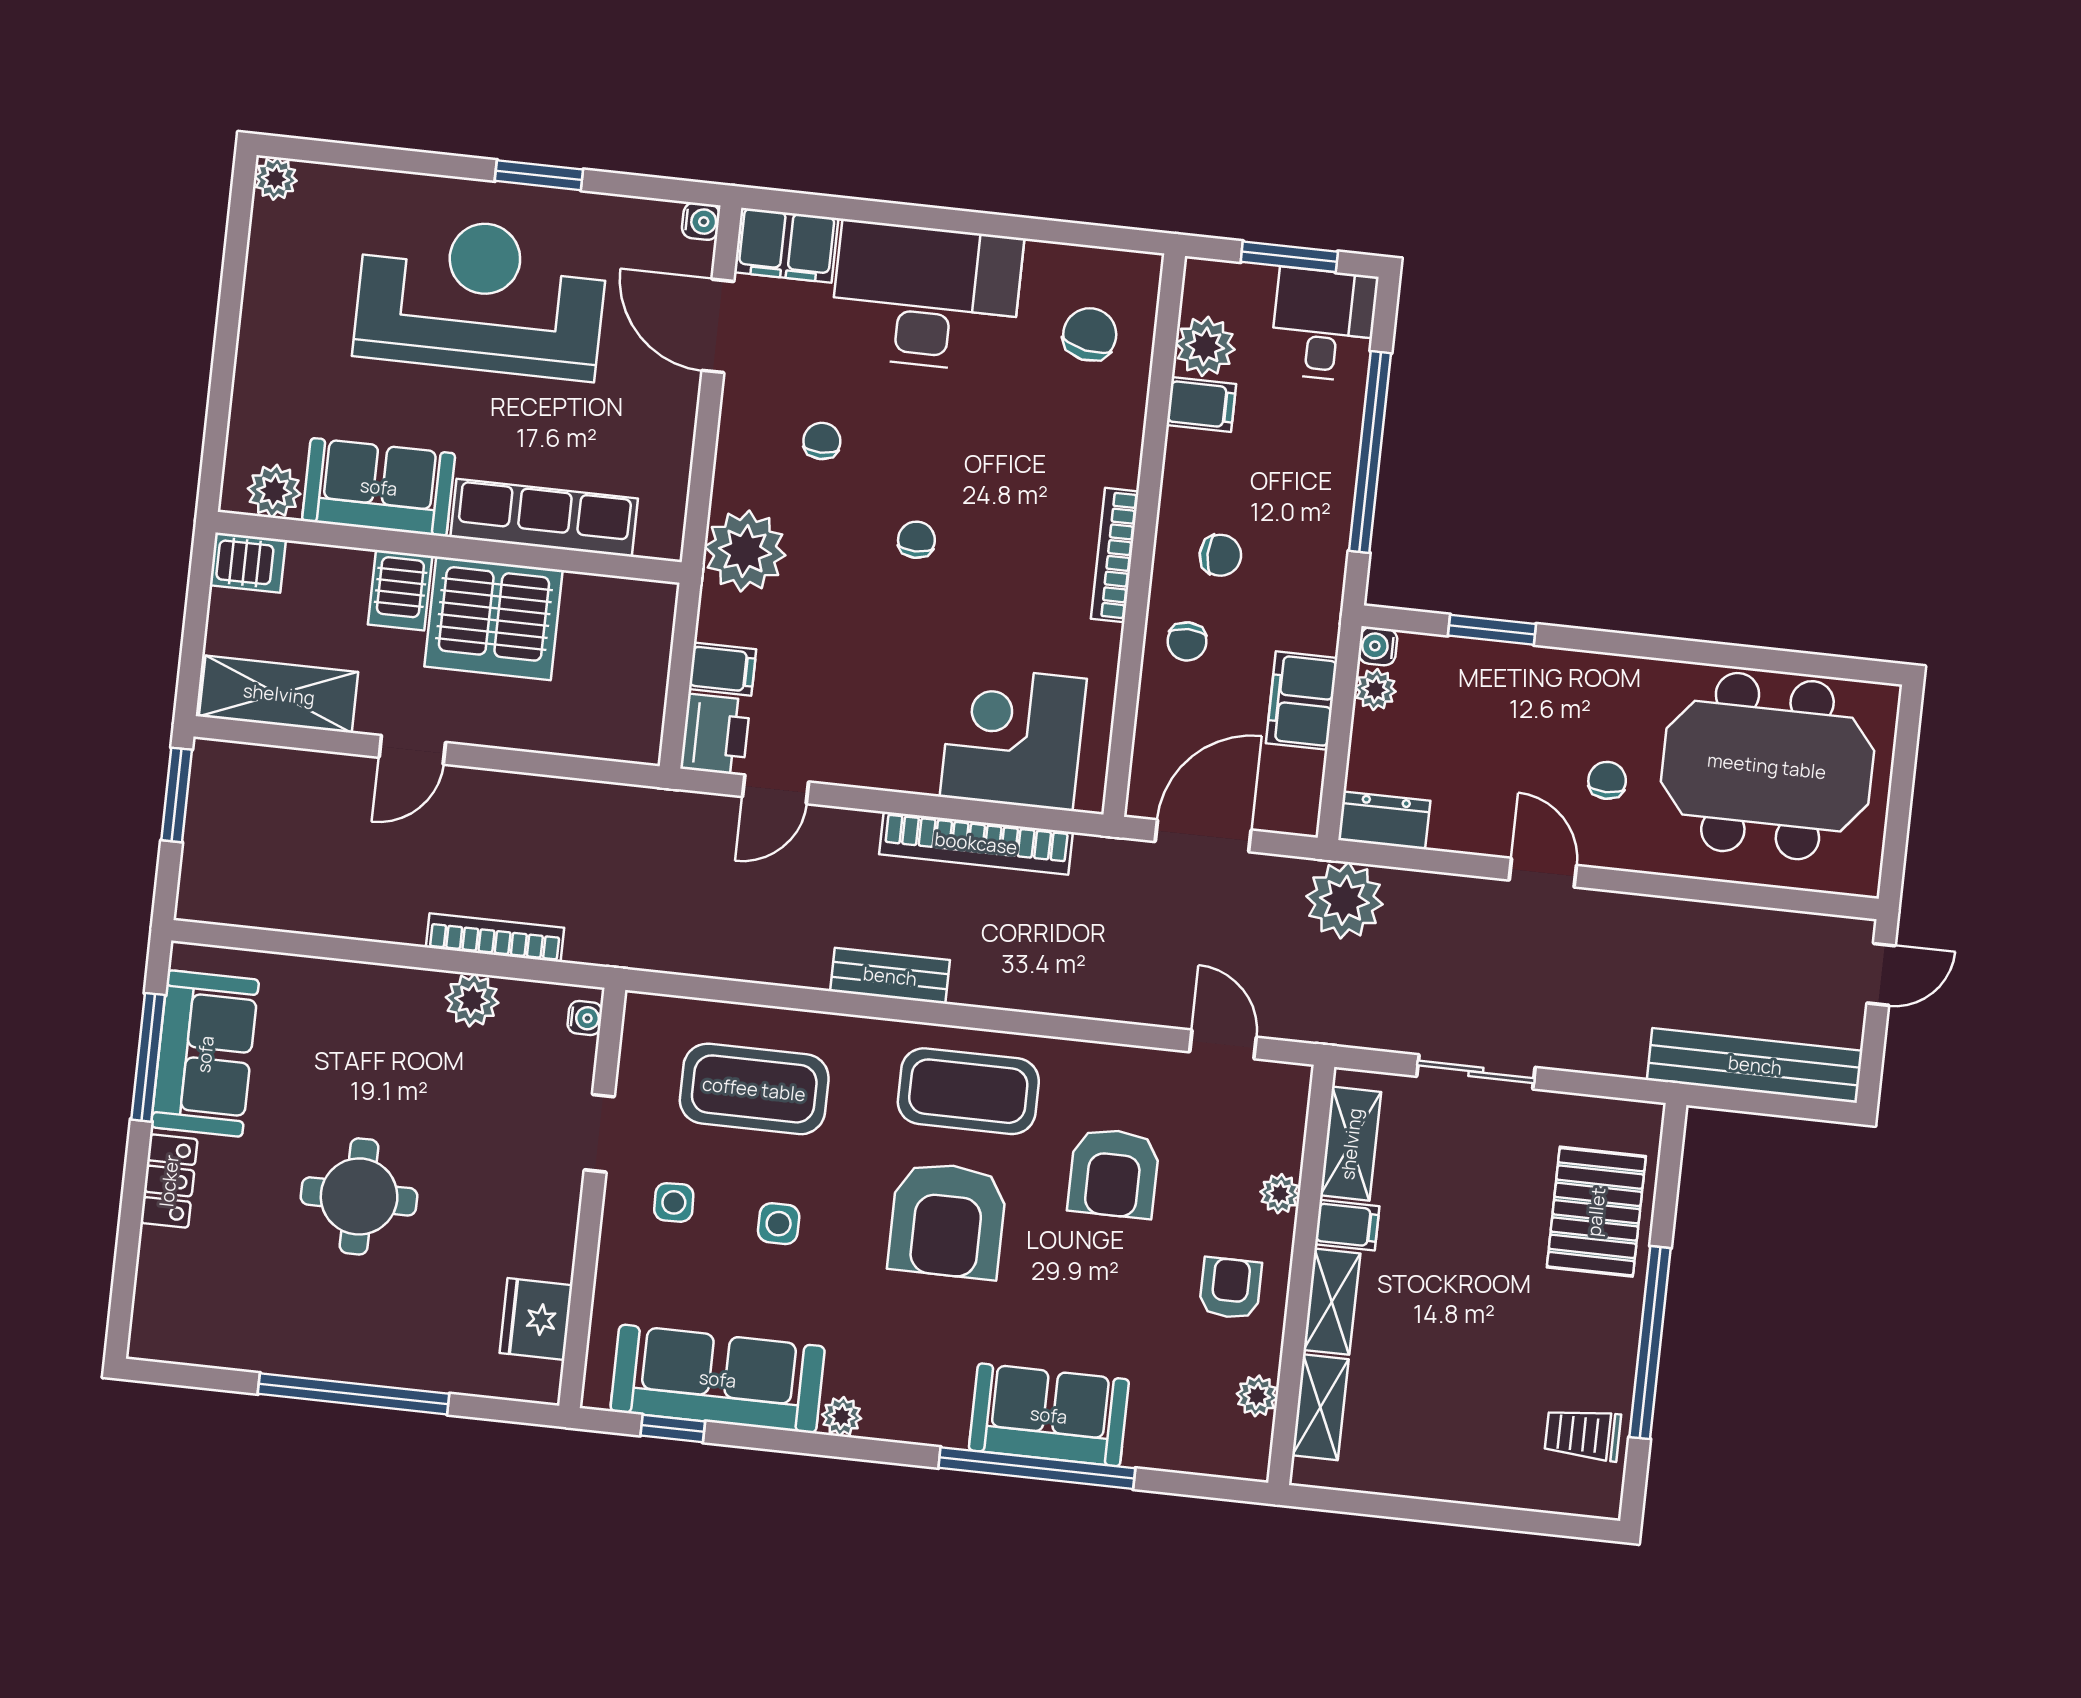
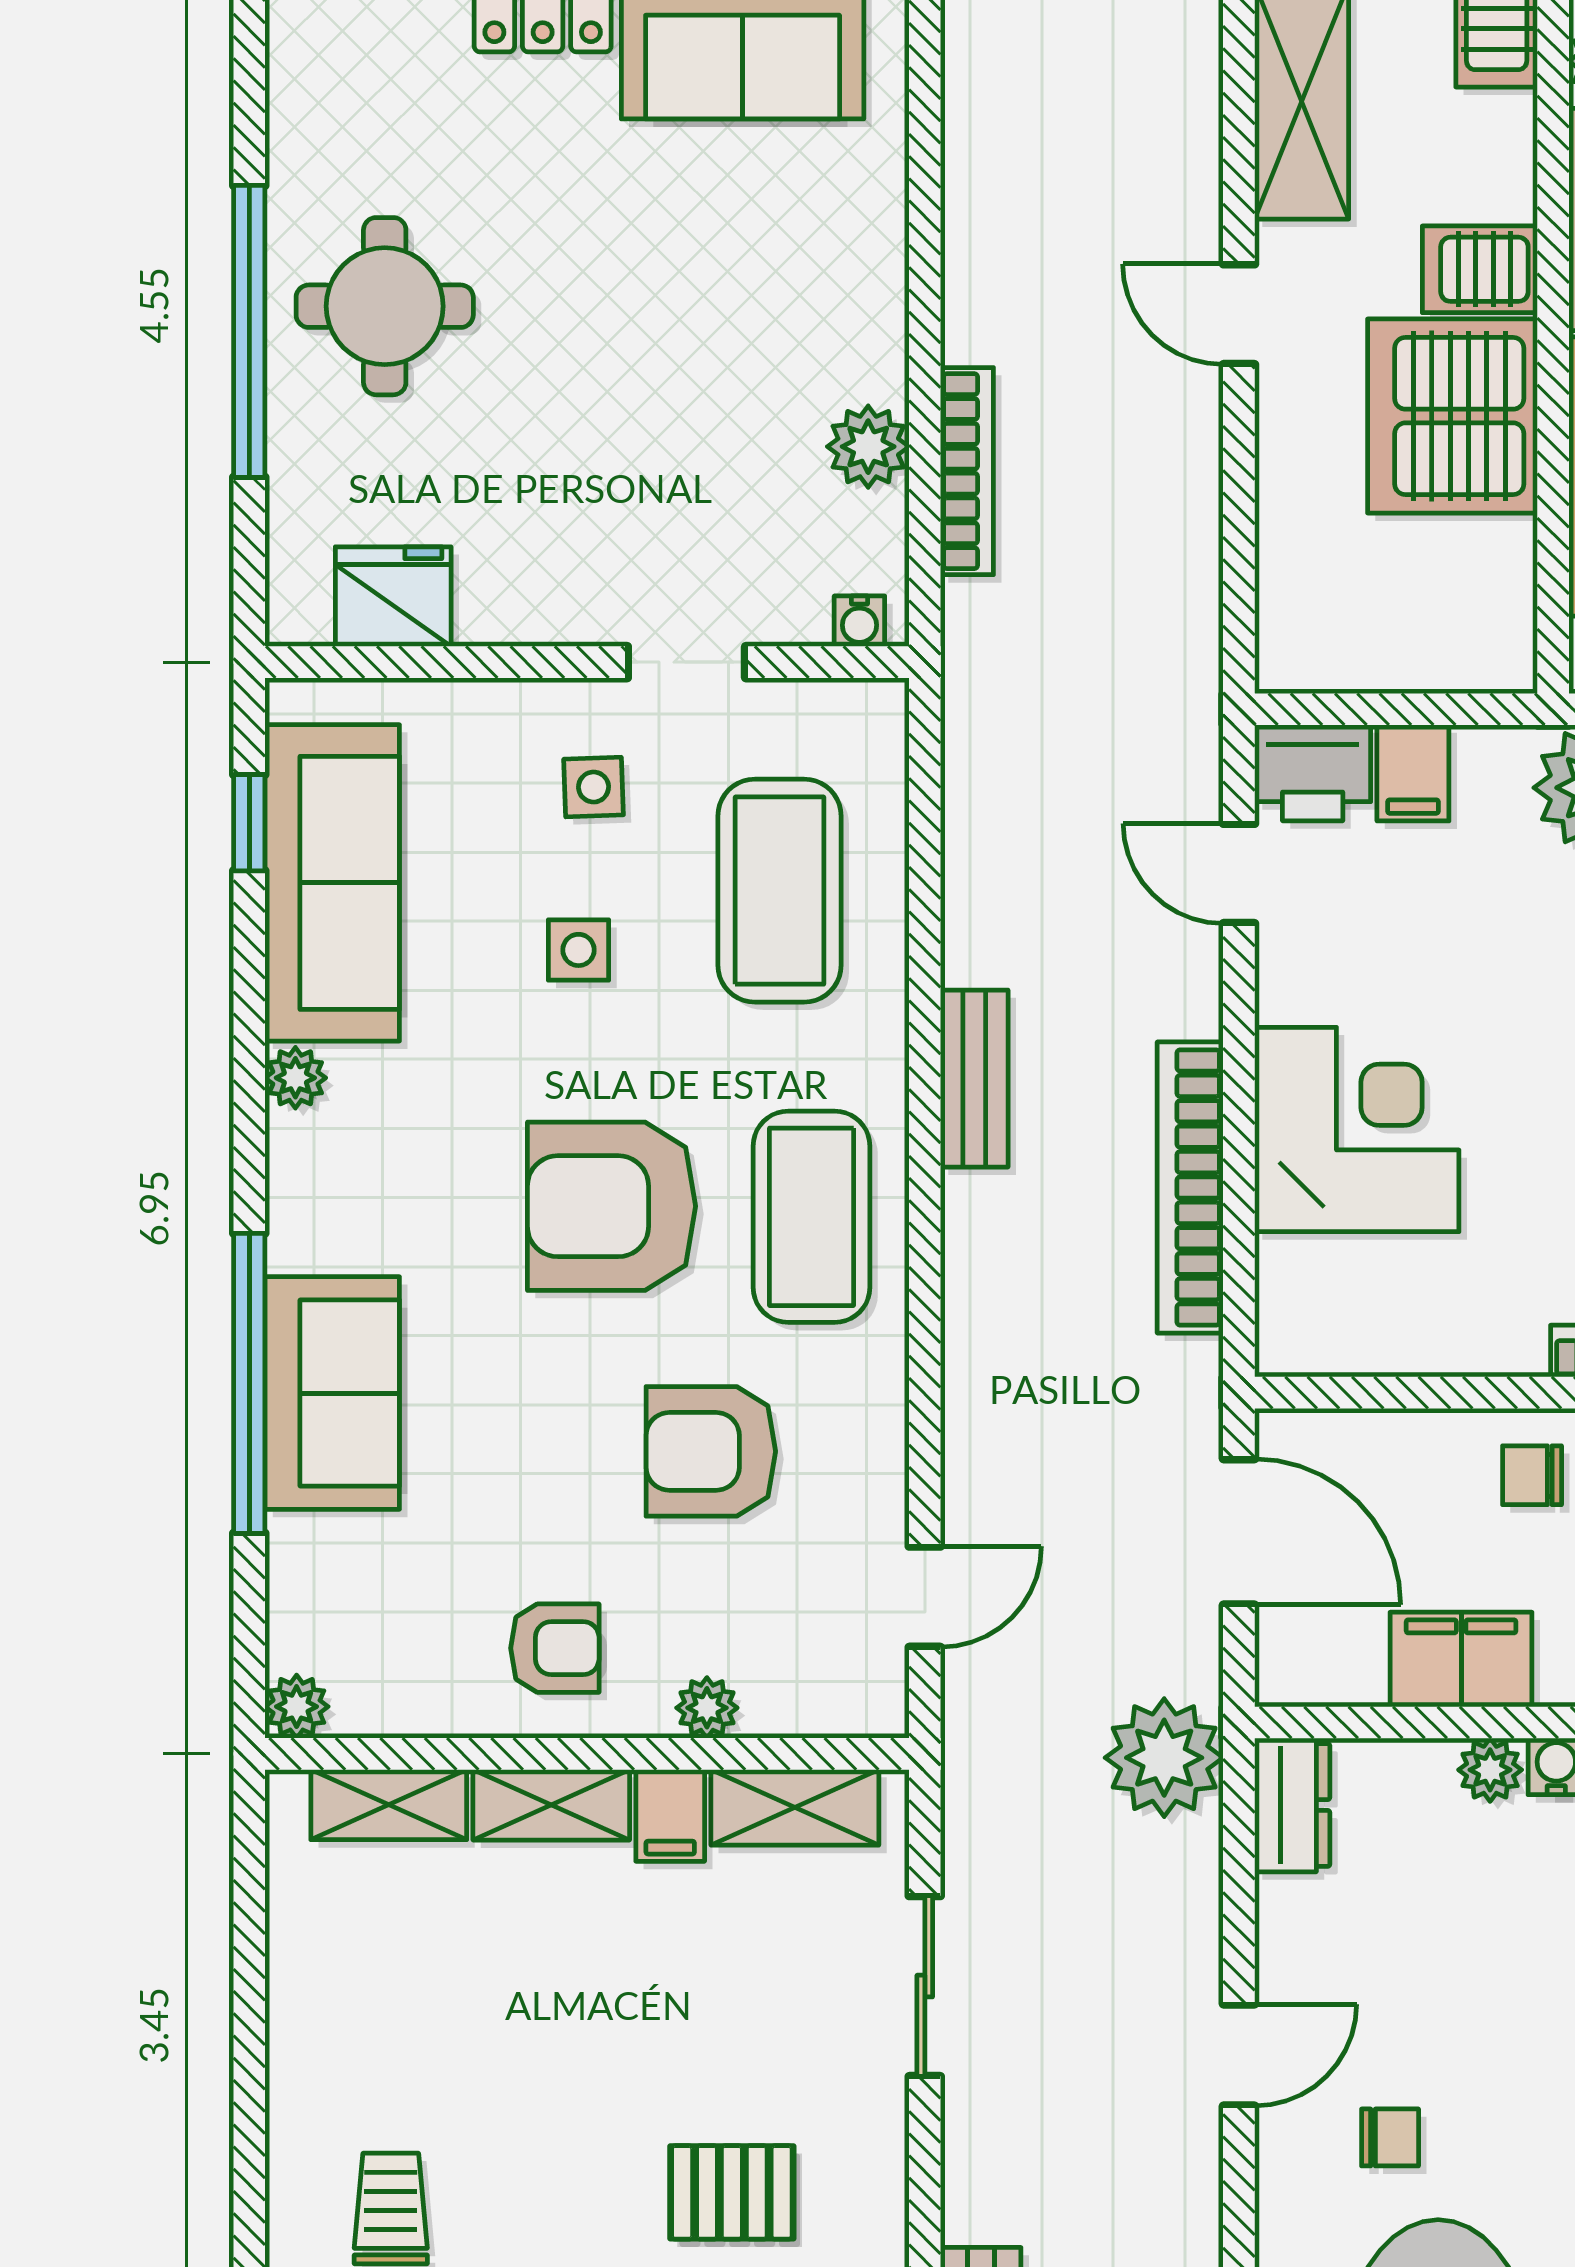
corner desk: (1013, 738) -> (1357, 1129), moved
round table: (359, 1196) -> (385, 306), moved
pallet: (1596, 1212) -> (732, 2192), width x0.67, depth x0.71
plant: (1257, 1396) -> (297, 1707), moved

